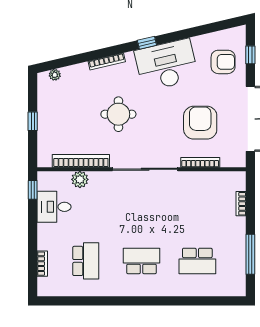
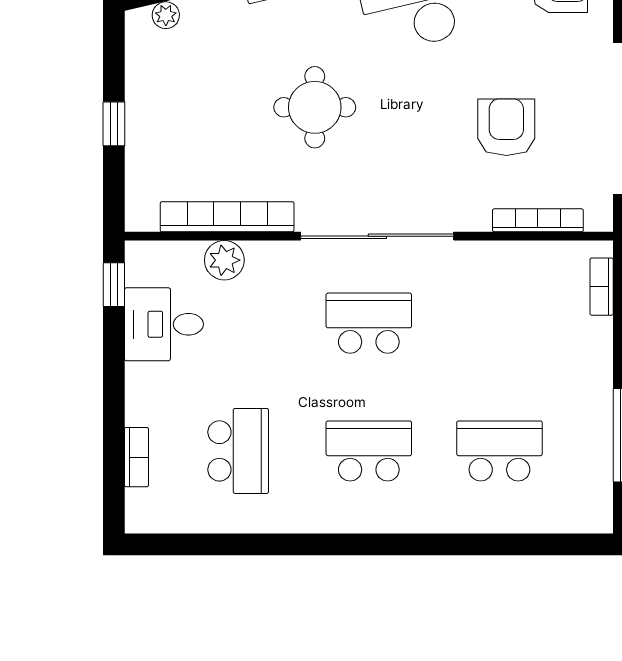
armchair: (200, 123) -> (506, 127), width x0.73, depth x0.73
bookcase: (200, 162) -> (538, 220), moved
bookcase: (241, 204) -> (602, 287), moved
school desk: (142, 206) -> (369, 323), added
school desk: (197, 261) -> (499, 451), turned 180

